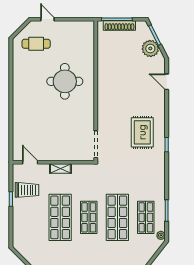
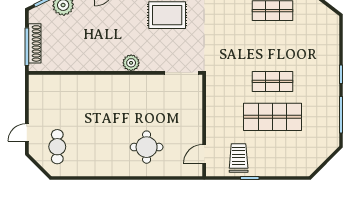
round table: (65, 81) -> (147, 147), moved, width x0.73, depth x0.73
plant: (104, 103) -> (131, 63), added
shelving: (60, 168) -> (212, 117), removed
shop shelf: (117, 217) -> (273, 46), removed

